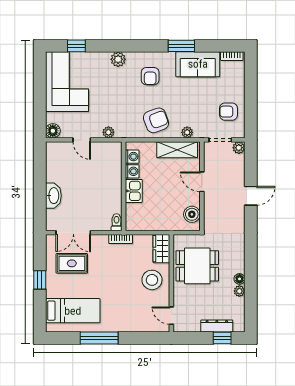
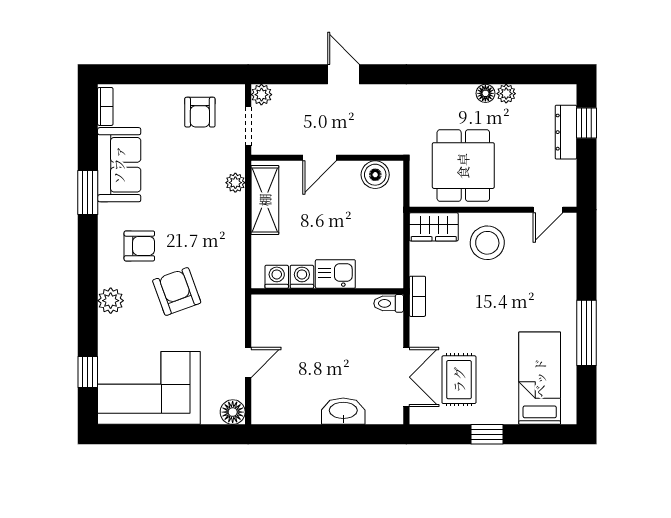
armchair: (156, 120) -> (177, 291), moved
plant: (108, 132) -> (235, 317), removed

